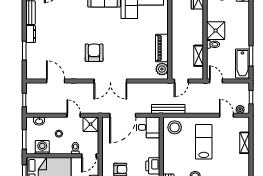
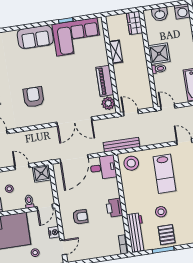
shelving: (199, 56) -> (116, 52), moved
double door: (110, 81) -> (74, 121), moved
door: (181, 81) -> (131, 113), swing flipped
lab bench: (204, 142) -> (165, 174), turned 180

